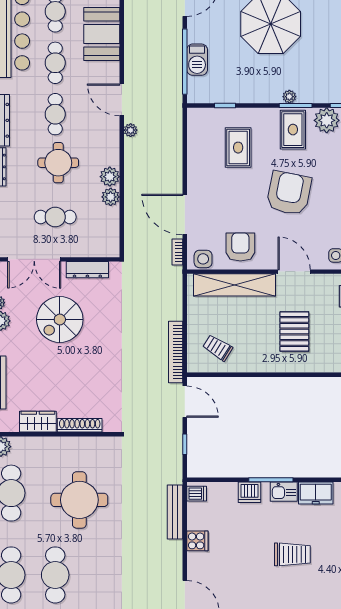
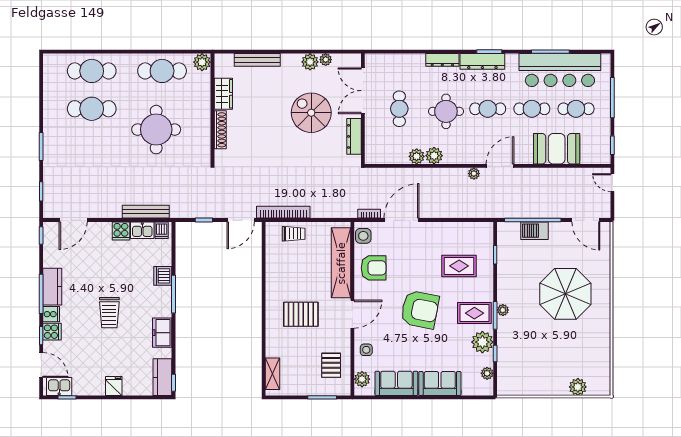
trolley: (218, 348) -> (294, 234), moved, turned 58
kitchen sink: (284, 492) -> (142, 230), moved, turned -90

